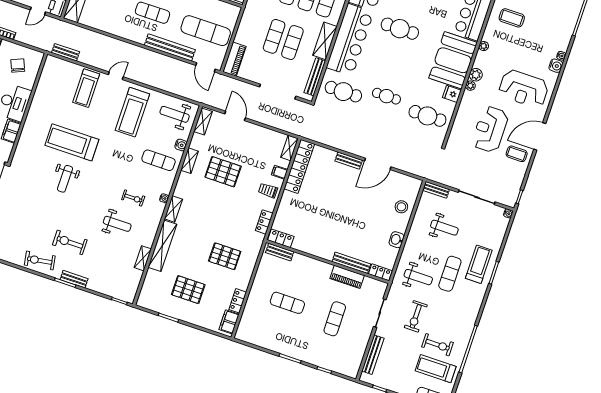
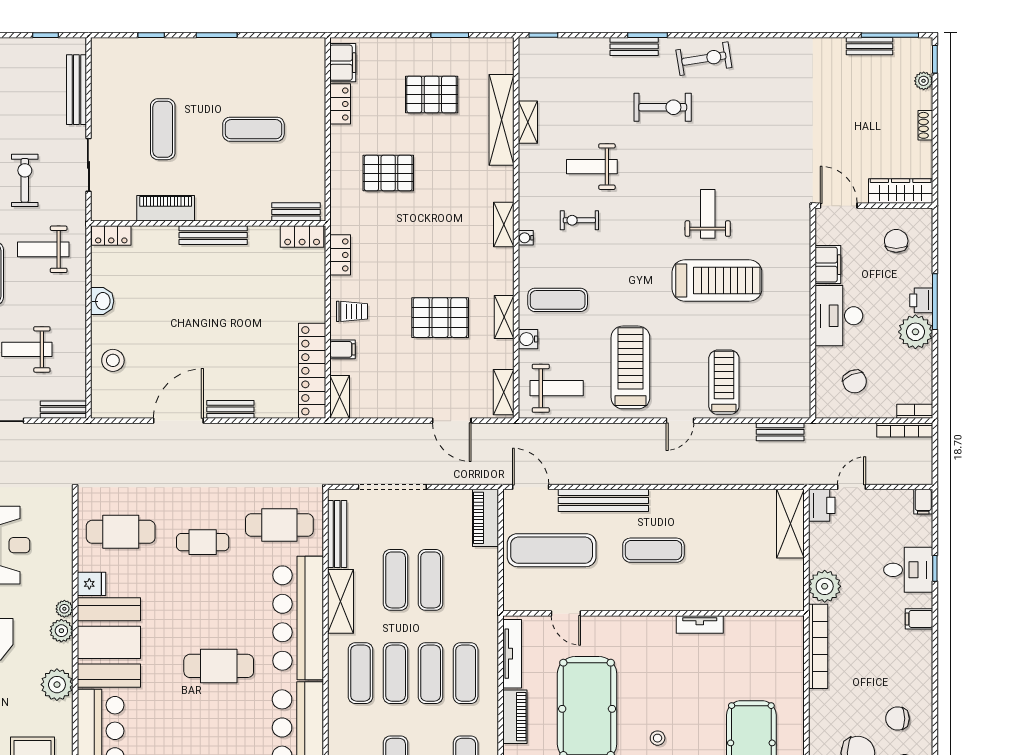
plant: (484, 46) -> (57, 685), width x1.88, depth x1.88
shelving: (162, 246) -> (501, 120), moved
bench: (351, 263) -> (213, 235), moved

